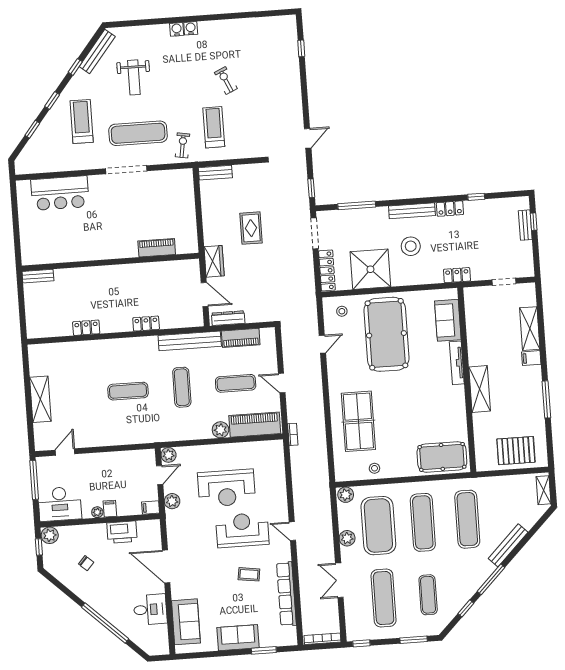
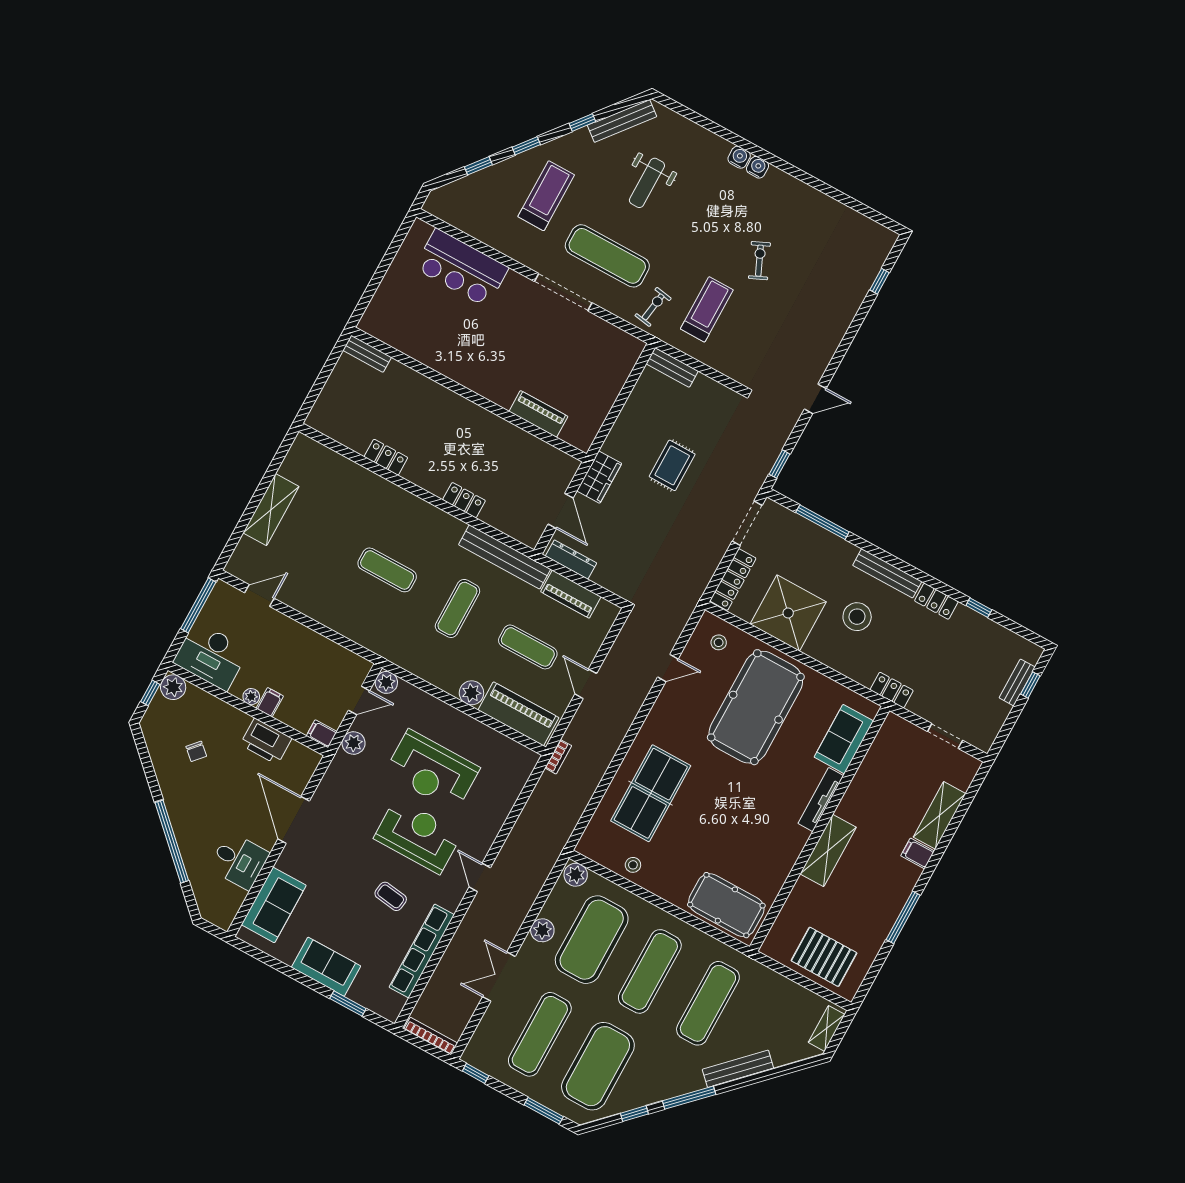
exercise mat: (428, 595) -> (598, 1066), width x2.00, depth x1.45

